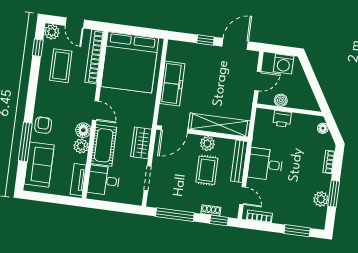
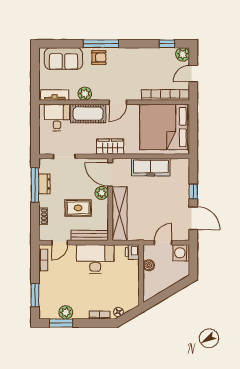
washing machine: (284, 64) -> (181, 253), moved
coffee table: (61, 66) -> (154, 66), removed
door: (258, 81) -> (163, 243), swing flipped
printer: (282, 119) -> (132, 252), moved
floor lamp: (323, 128) -> (118, 312), moved
floor lamp: (83, 130) -> (99, 94), removed
window: (25, 142) -> (101, 44), moved
wardrobe: (141, 143) -> (110, 147), moved
plant: (207, 144) -> (102, 193), moved
desk: (265, 164) -> (95, 259), width x1.37
window: (334, 194) -> (61, 323), moved
dresser: (175, 204) -> (44, 184), added
window: (219, 220) -> (35, 225), removed

